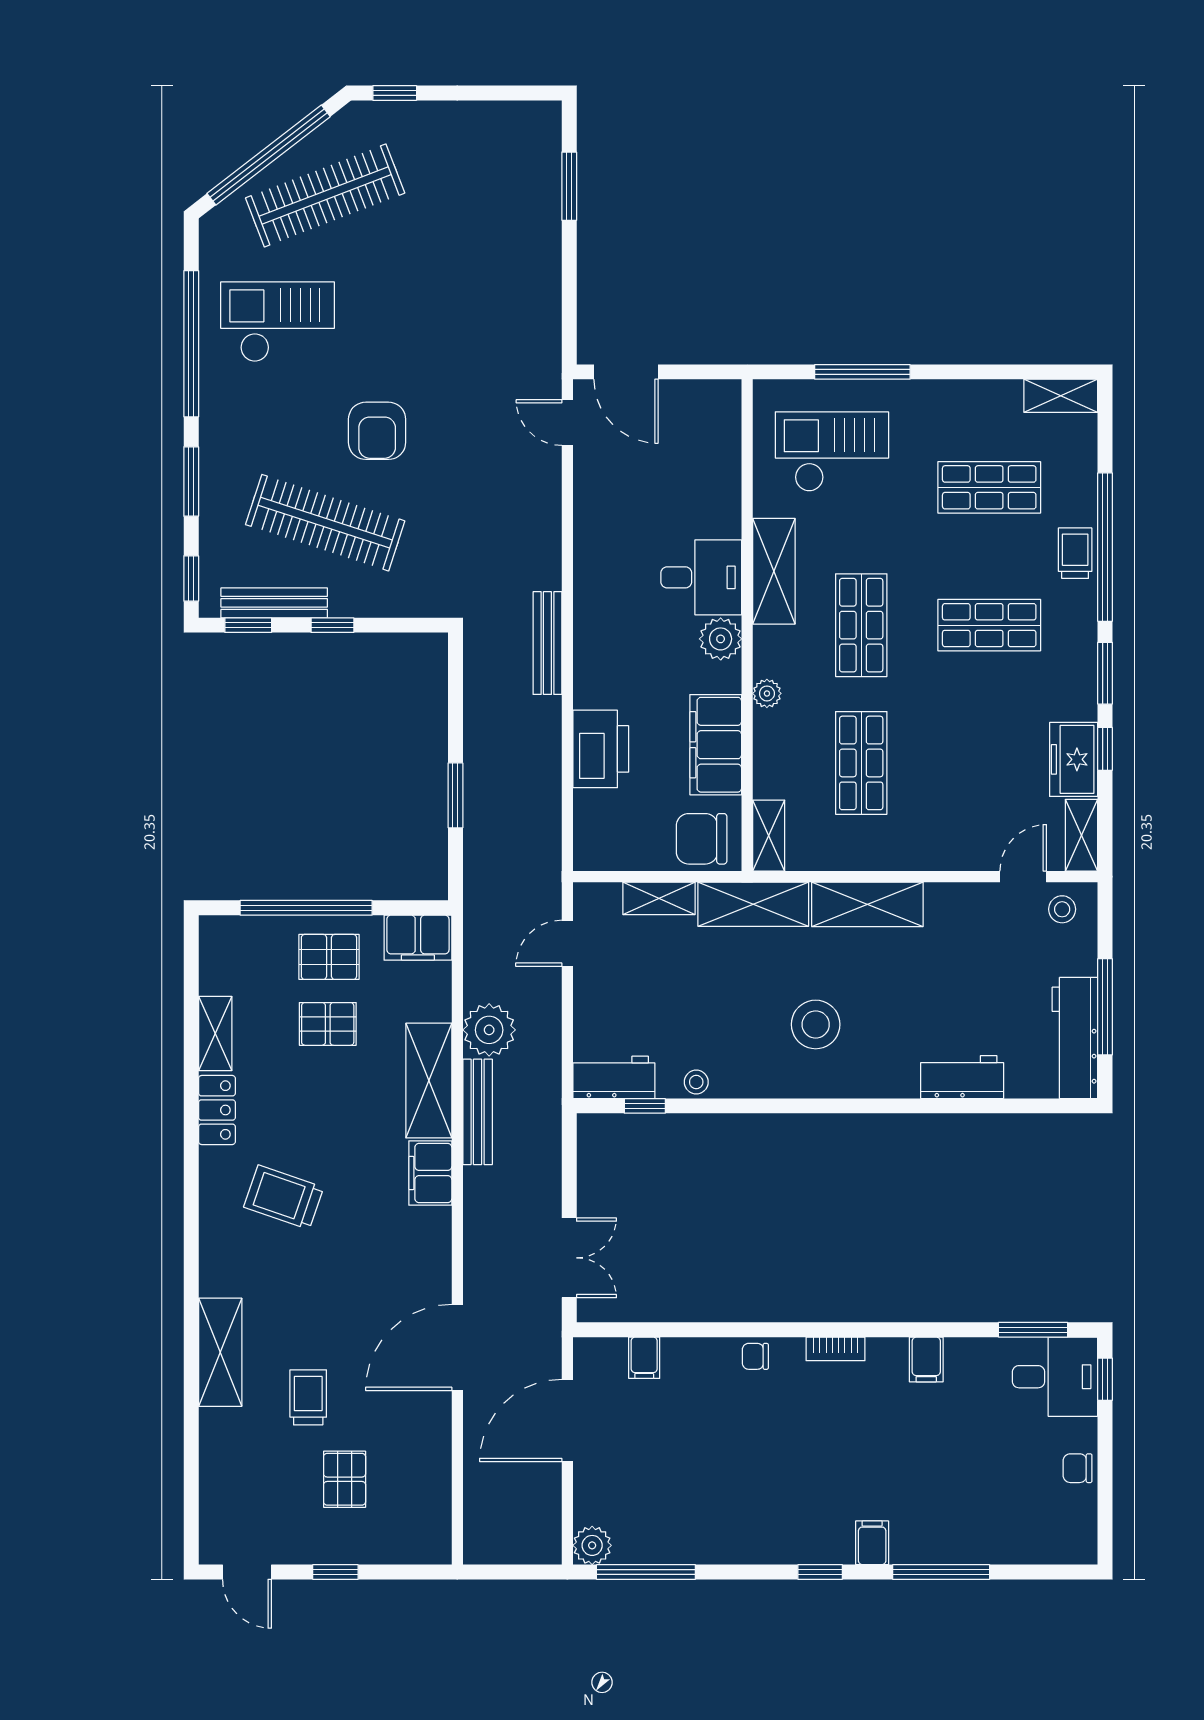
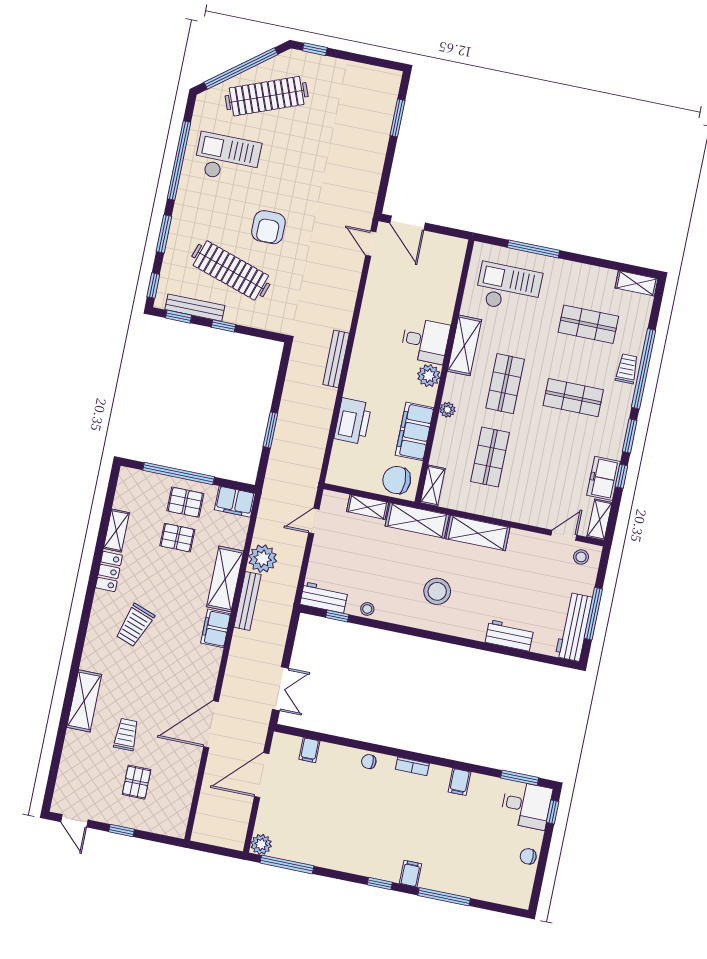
trolley: (284, 1197) -> (135, 625), turned -89

